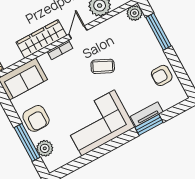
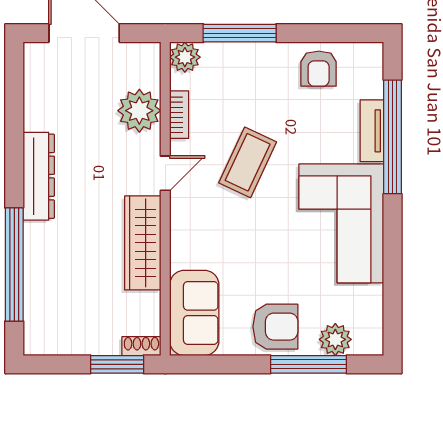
door: (78, 32) -> (165, 173), swing flipped
bookcase: (60, 50) -> (179, 115), moved
coffee table: (103, 66) -> (248, 162), width x1.36, depth x1.30
window: (149, 125) -> (392, 137), width x2.11

